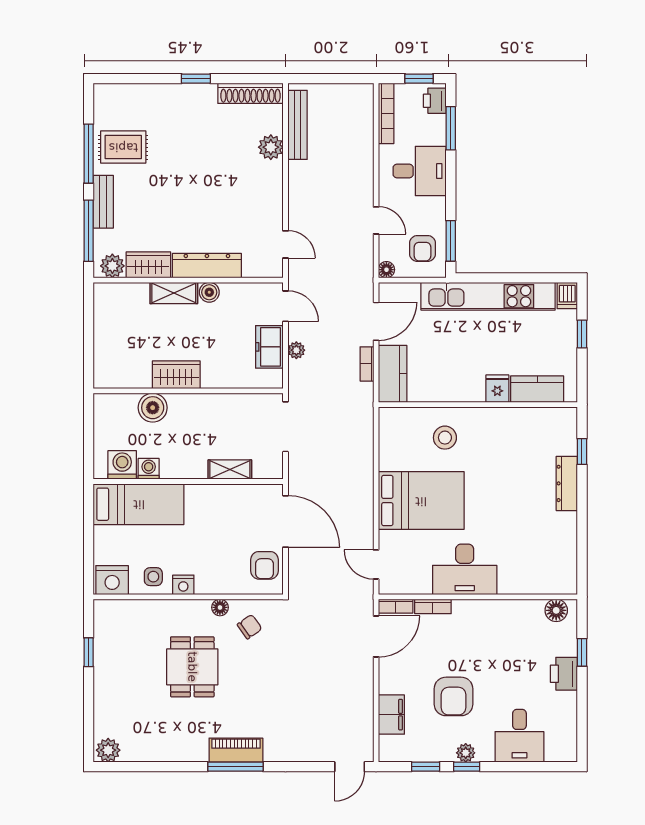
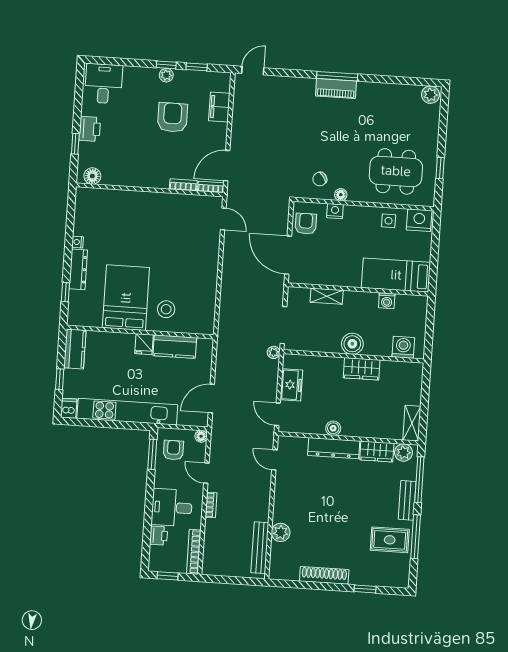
window: (196, 79) -> (365, 589), moved
shoe rack: (251, 93) -> (324, 575), moved
printer: (435, 101) -> (159, 536), moved
window: (451, 128) -> (147, 538), removed
shelving: (174, 293) -> (412, 423), moved, turned 90
plant: (296, 350) -> (274, 352), moved
bookcase: (367, 364) -> (211, 505), moved
kitchen counter: (393, 374) -> (175, 347), moved, turned -90
fridge: (497, 389) -> (144, 344), moved
kitchen counter: (537, 389) -> (75, 349), moved, turned -90
boiler: (153, 408) -> (352, 344), moved
washing machine: (122, 465) -> (403, 347), moved, turned 180
bed: (421, 501) -> (126, 298), moved, turned 90
nightstand: (570, 520) -> (78, 242), added
desk: (465, 569) -> (158, 211), removed
nightstand: (183, 585) -> (335, 211), moved
dining table: (192, 667) -> (396, 171), moved, width x1.38
desk: (519, 736) -> (104, 84), moved

